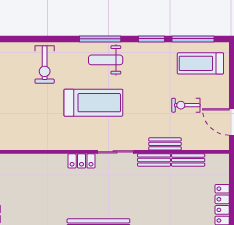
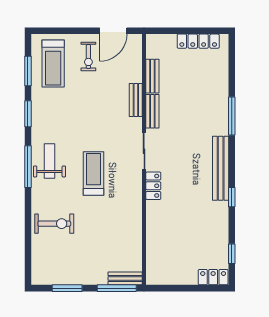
window: (193, 39) -> (28, 71), width x0.69
weight bench: (106, 60) -> (49, 161), turned 180
treadmill: (93, 103) -> (93, 174), width x0.73, depth x0.73
exercise bike: (186, 105) -> (88, 57), moved

